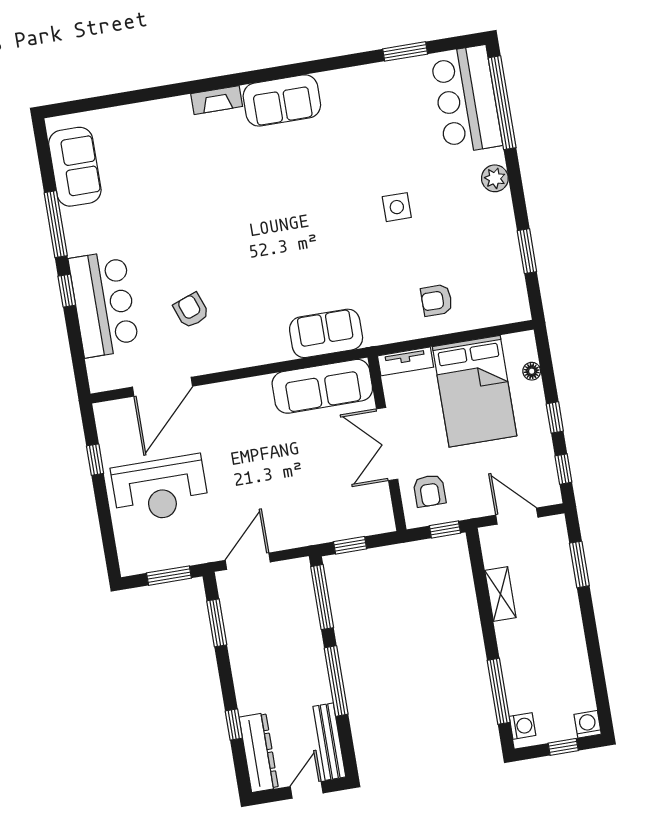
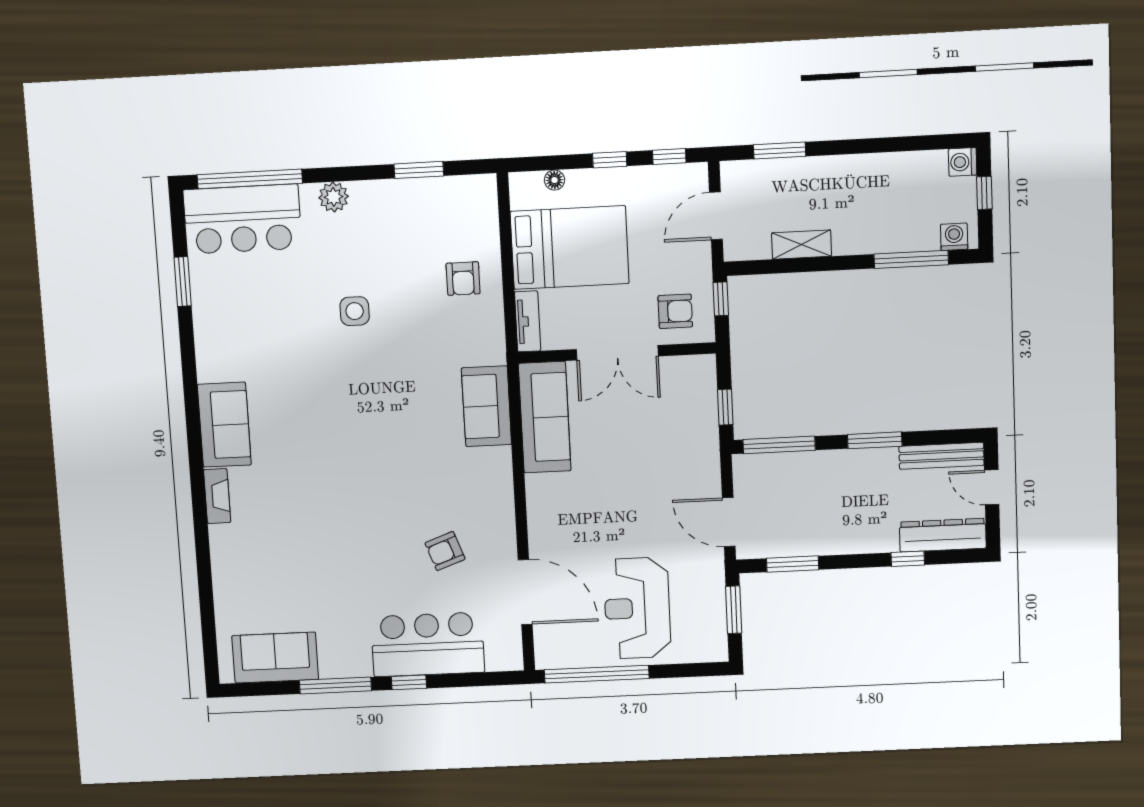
window: (95, 460) -> (597, 674), width x3.17
reception desk: (160, 489) -> (637, 608), turned 180
window: (336, 681) -> (875, 440), width x0.69

